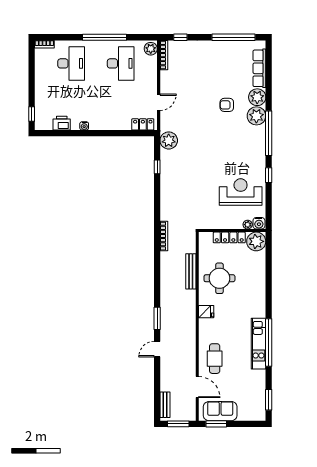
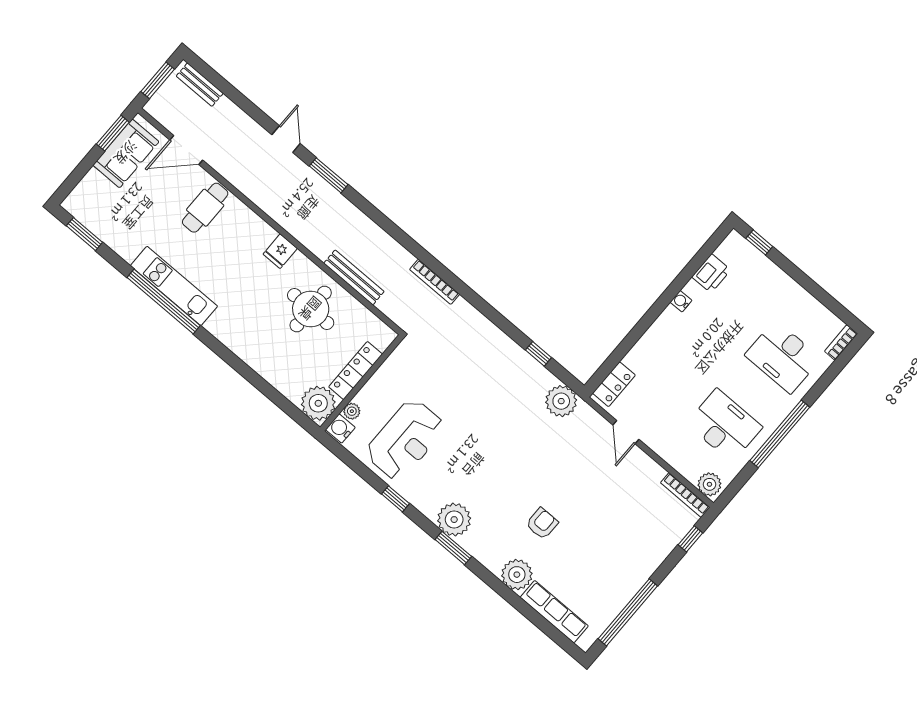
desk: (121, 63) -> (724, 425), turned 180
plant: (256, 116) -> (454, 520), moved
window: (269, 133) -> (453, 548), width x0.47
cafe table: (215, 359) -> (205, 208), turned 90

